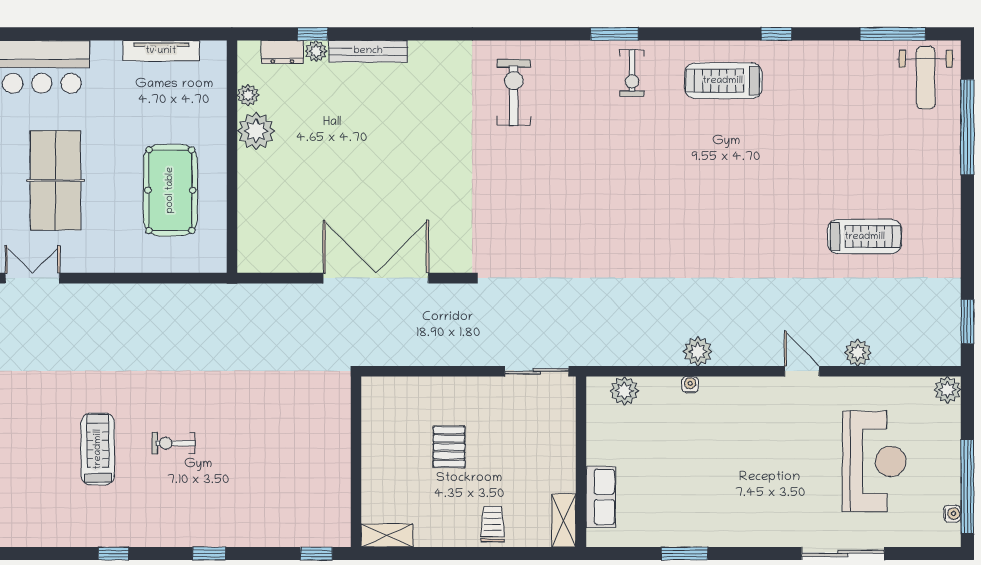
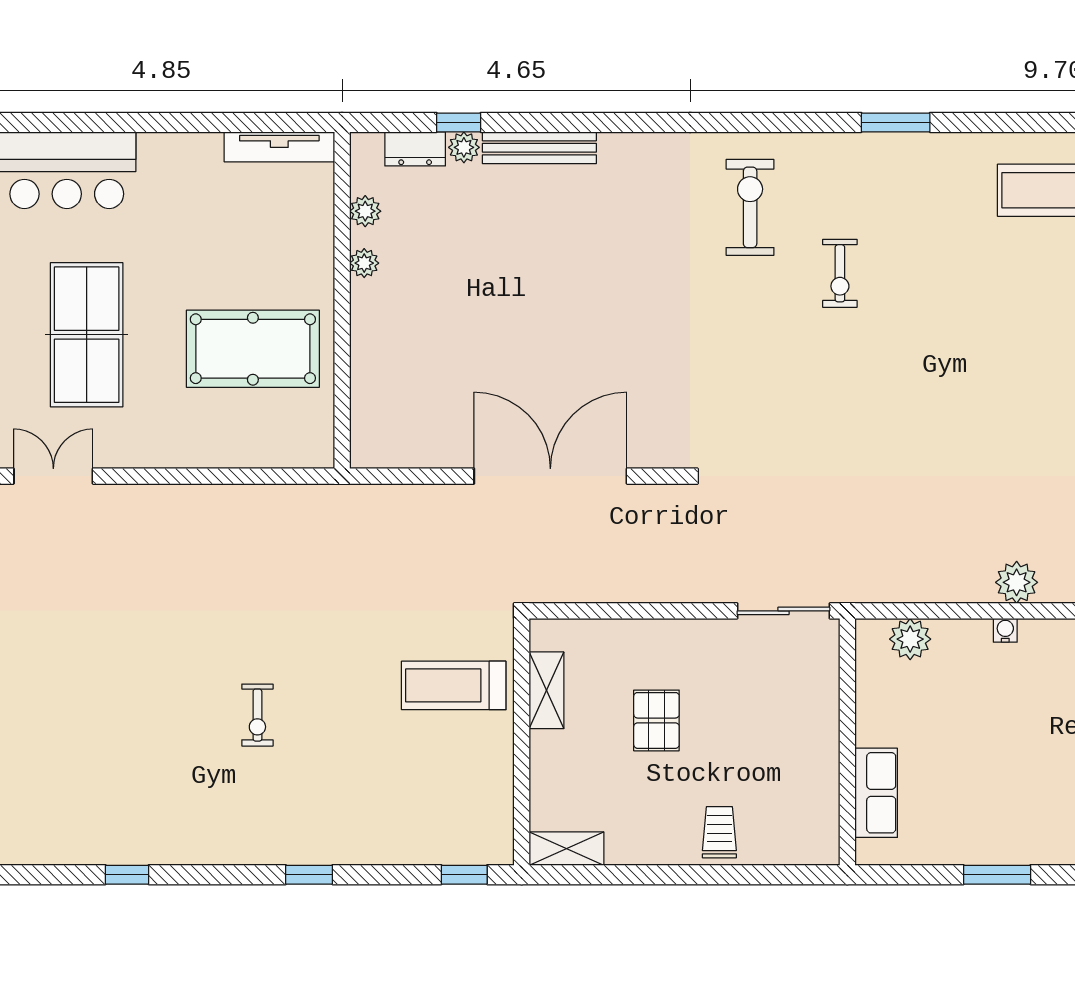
tv unit: (161, 51) -> (279, 147), moved
exercise bike: (632, 73) -> (840, 273), moved
plant: (256, 131) -> (364, 263), width x0.53, depth x0.53
pool table: (170, 190) -> (253, 349), turned 90
exercise bike: (173, 443) -> (257, 715), turned -90
treadmill: (98, 449) -> (454, 685), moved, turned -90
shelving: (564, 520) -> (546, 690), moved
window: (114, 553) -> (127, 875), moved

